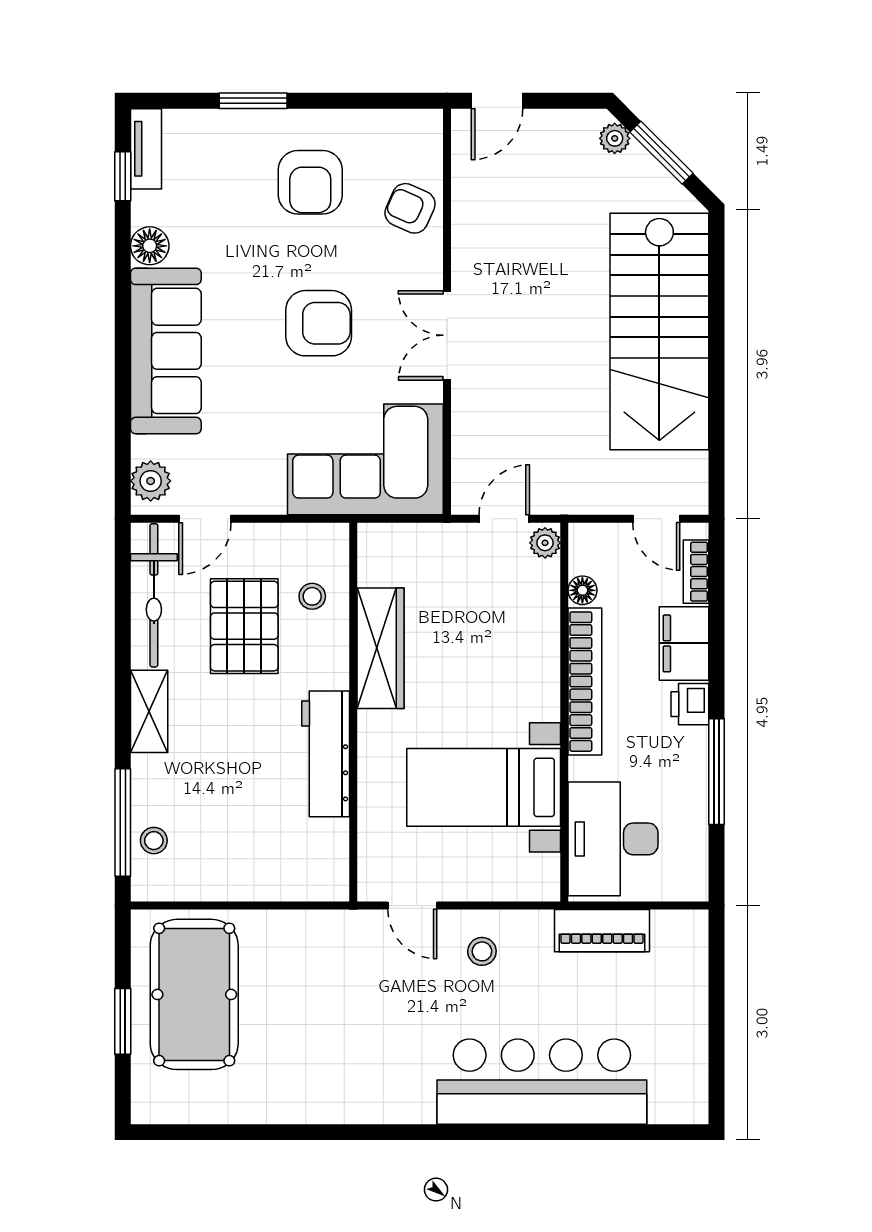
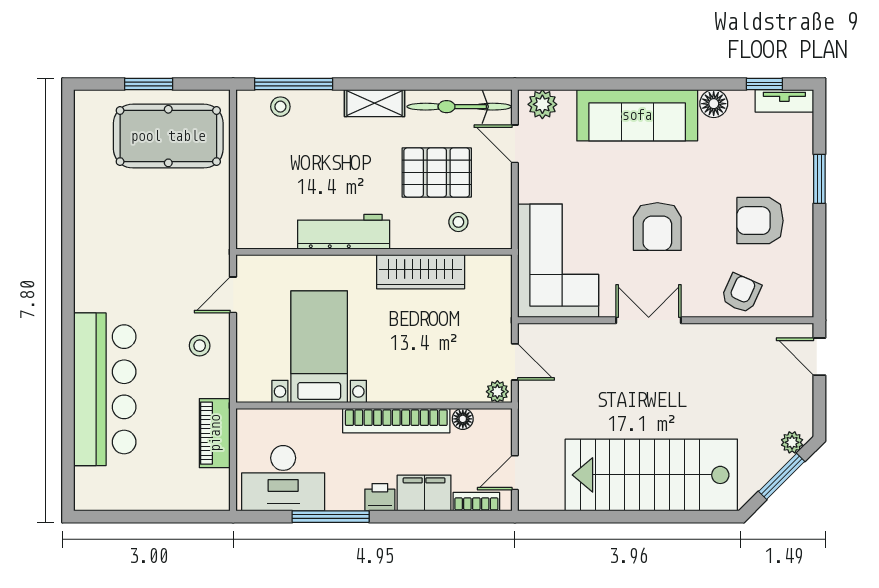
desk: (613, 839) -> (283, 478), moved, turned 180

